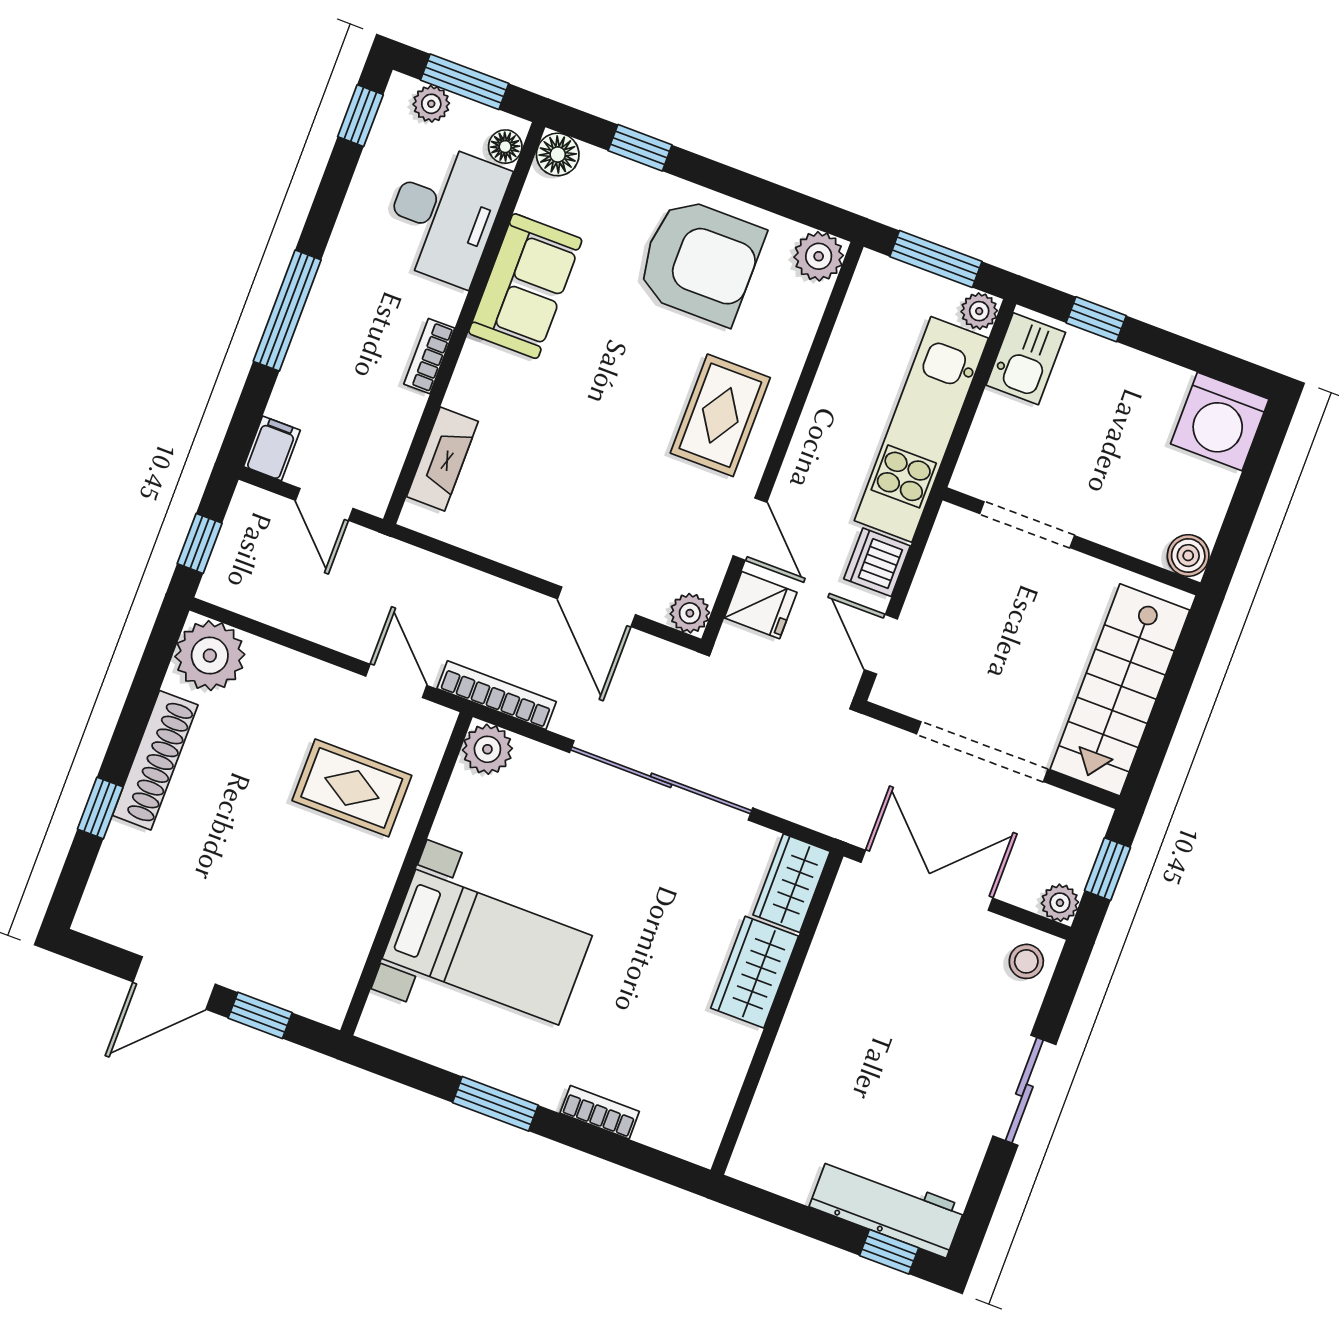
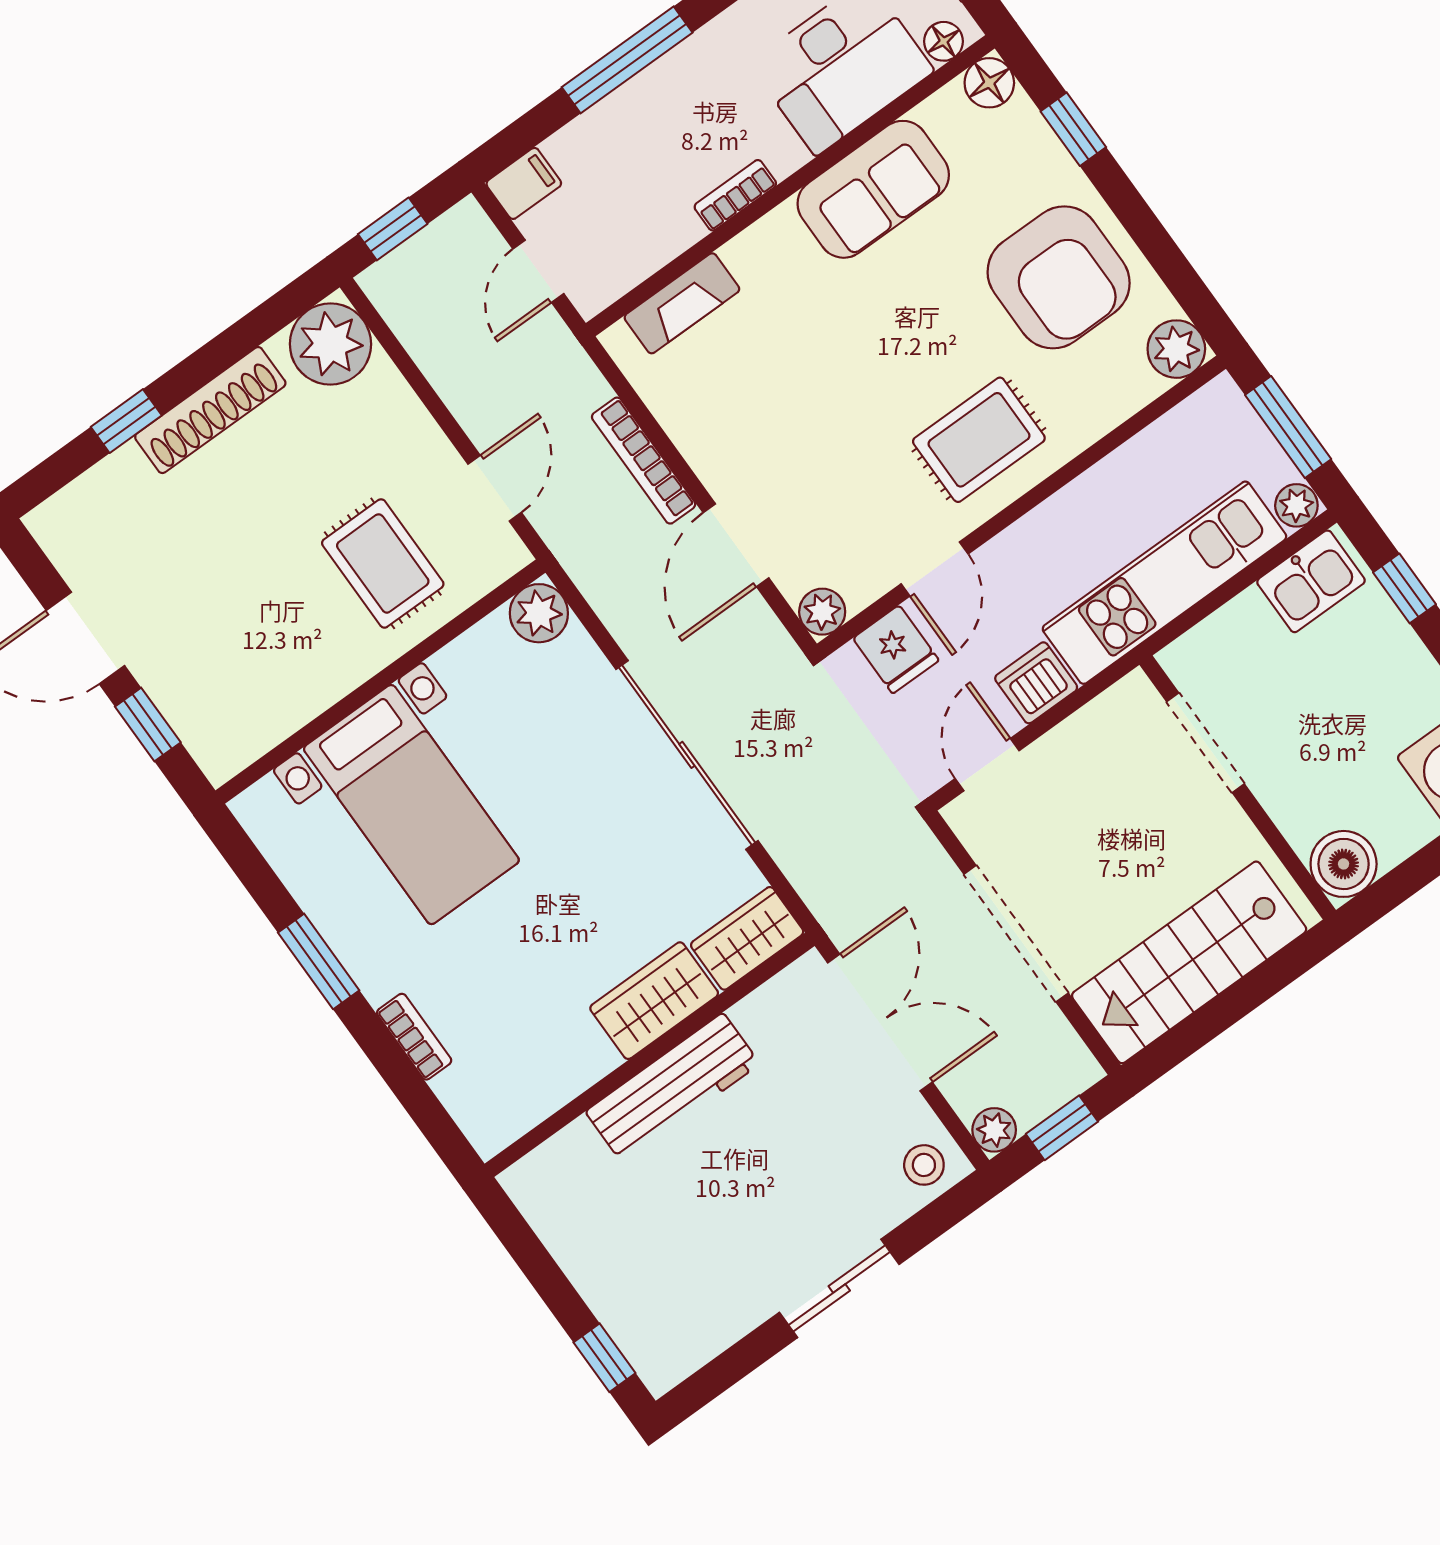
boiler: (1188, 556) -> (1344, 864), width x1.36, depth x1.36
bookcase: (497, 695) -> (644, 461), moved, turned 180
workbench: (887, 1207) -> (673, 1088), moved, turned 90

